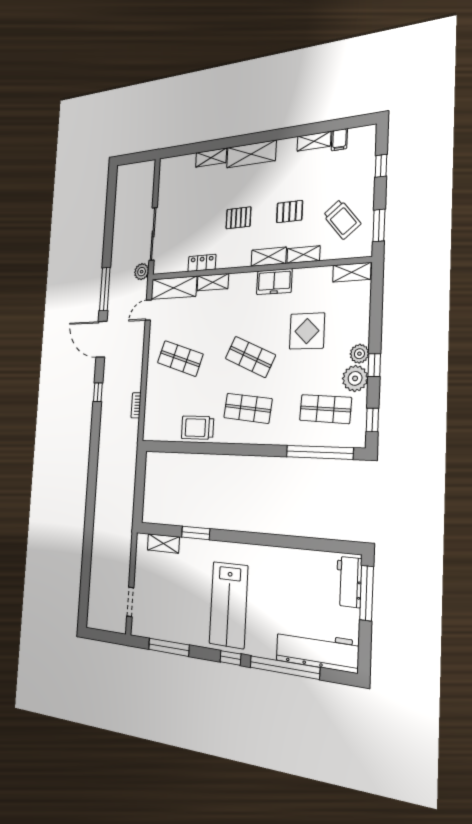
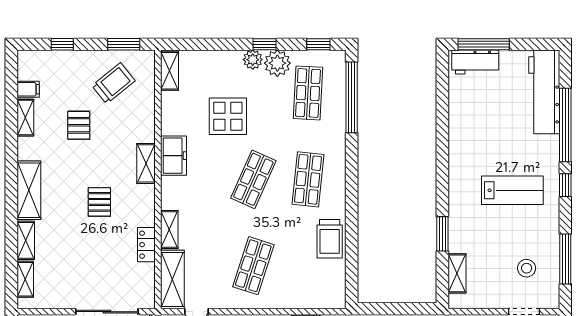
pallet: (290, 212) -> (79, 125), moved
shelving: (303, 255) -> (25, 279), moved
lab bench: (229, 605) -> (512, 190), width x0.73, depth x0.72
stool: (164, 609) -> (527, 268), added

